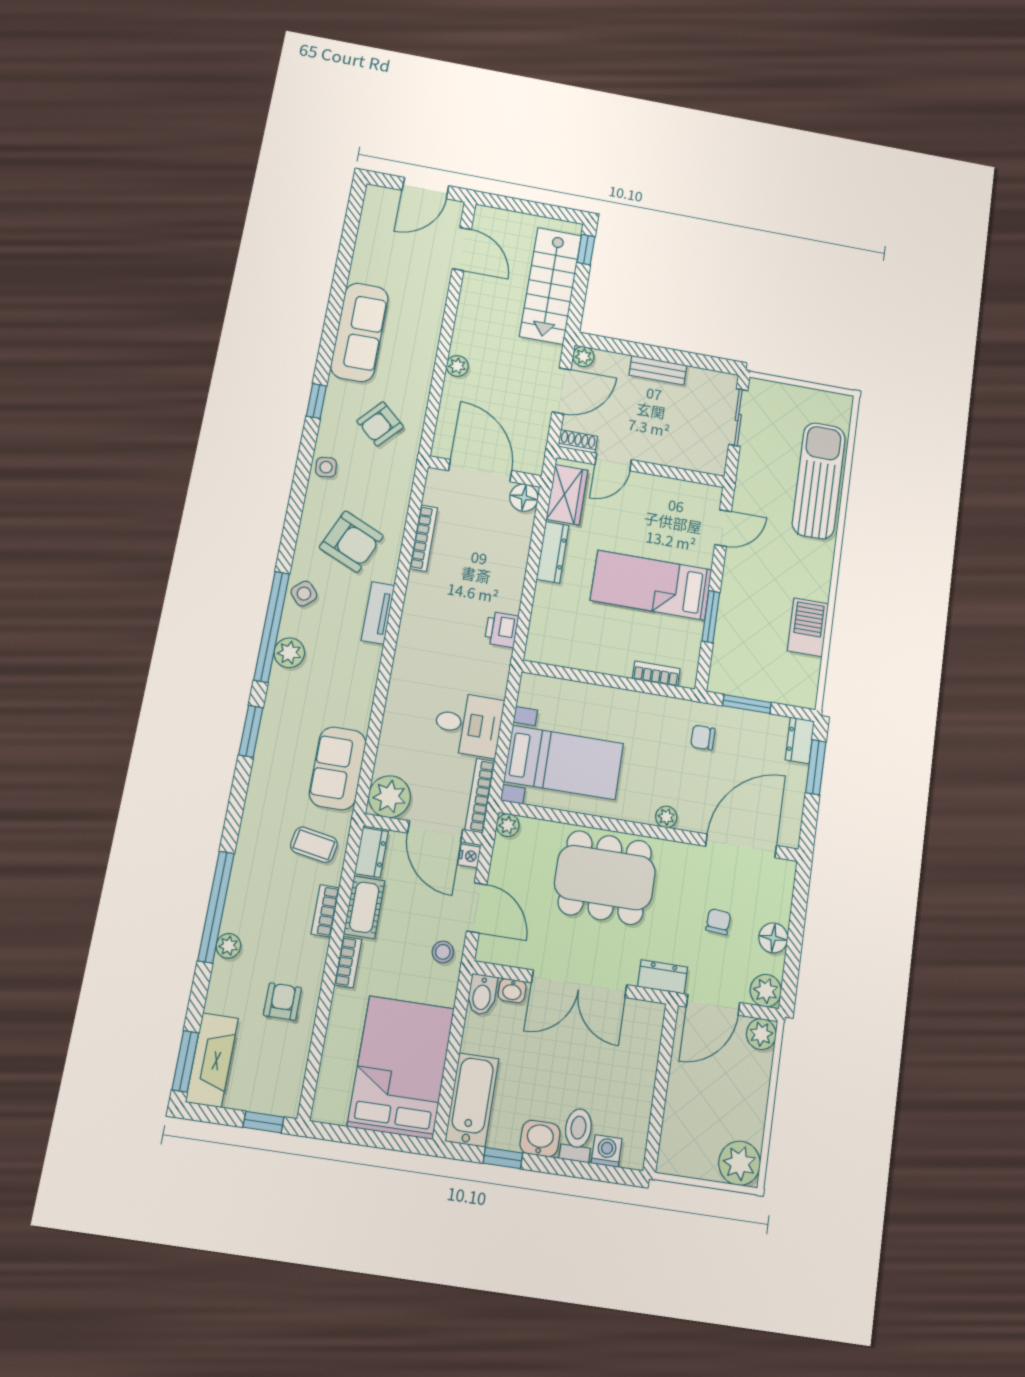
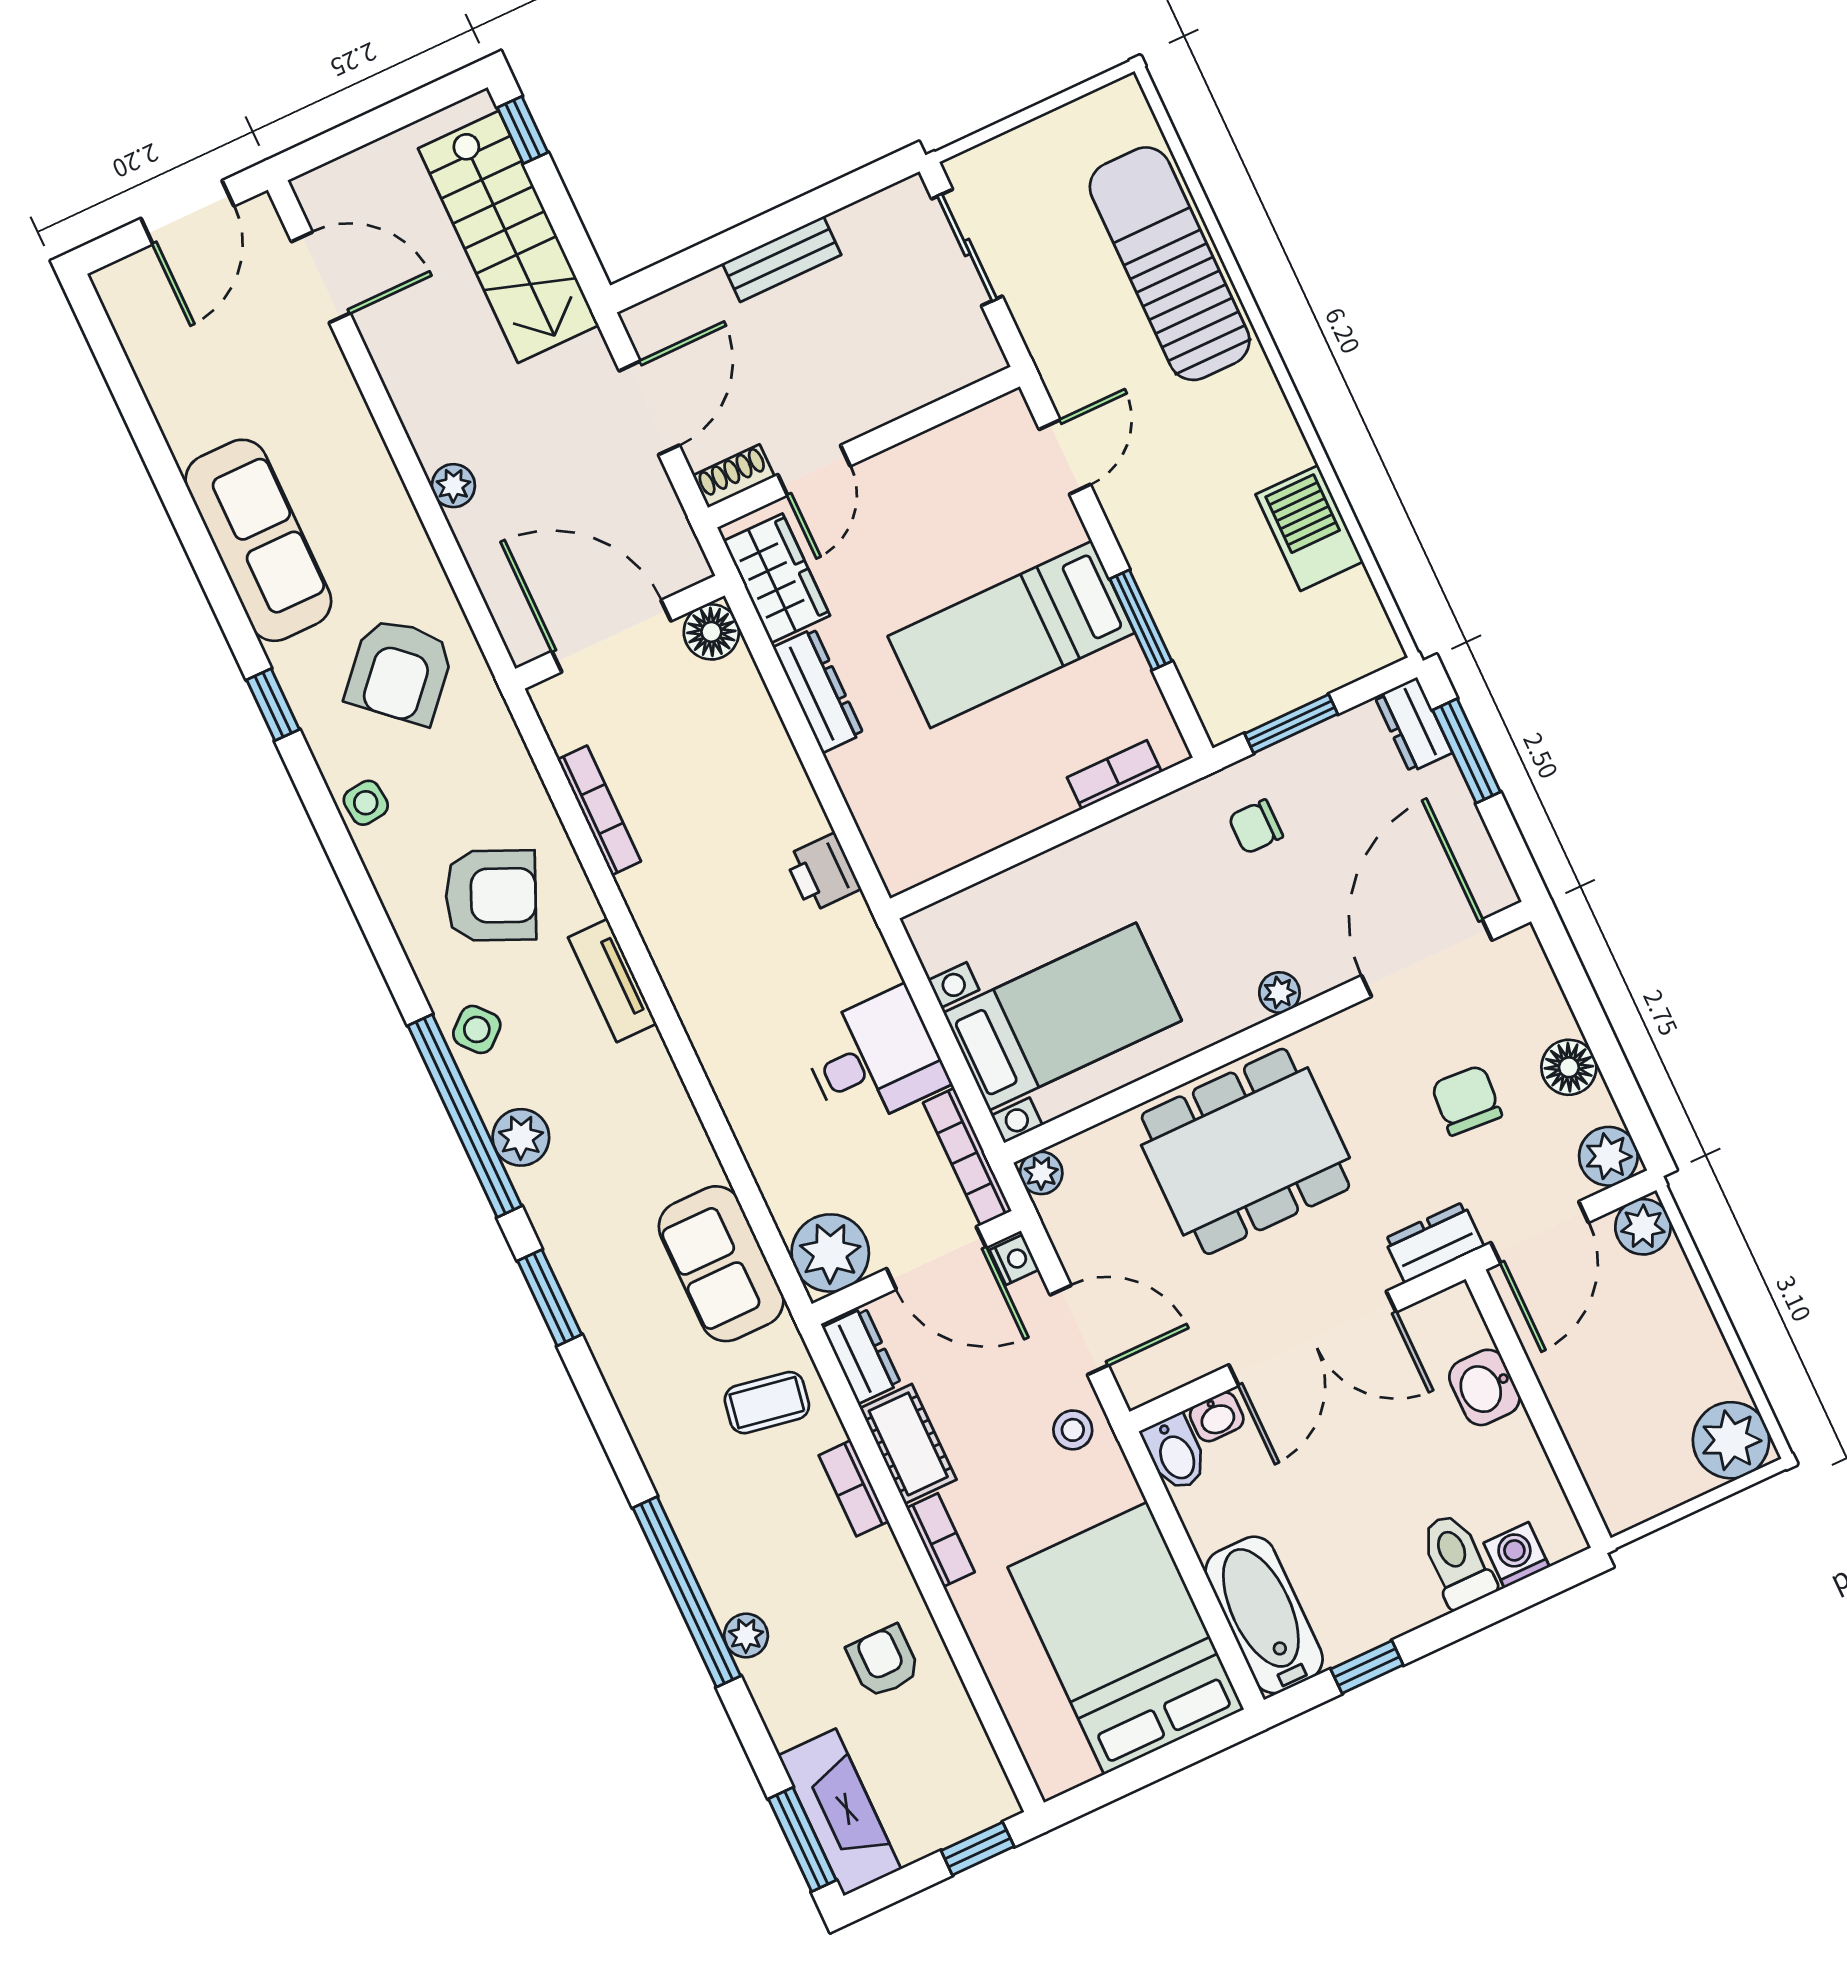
plant: (583, 357) -> (645, 323), removed
armchair: (380, 424) -> (400, 671), width x1.38, depth x1.38
chair: (718, 922) -> (1467, 1100), width x1.37, depth x1.37
washbasin: (540, 1138) -> (1484, 1387), moved, turned -90

